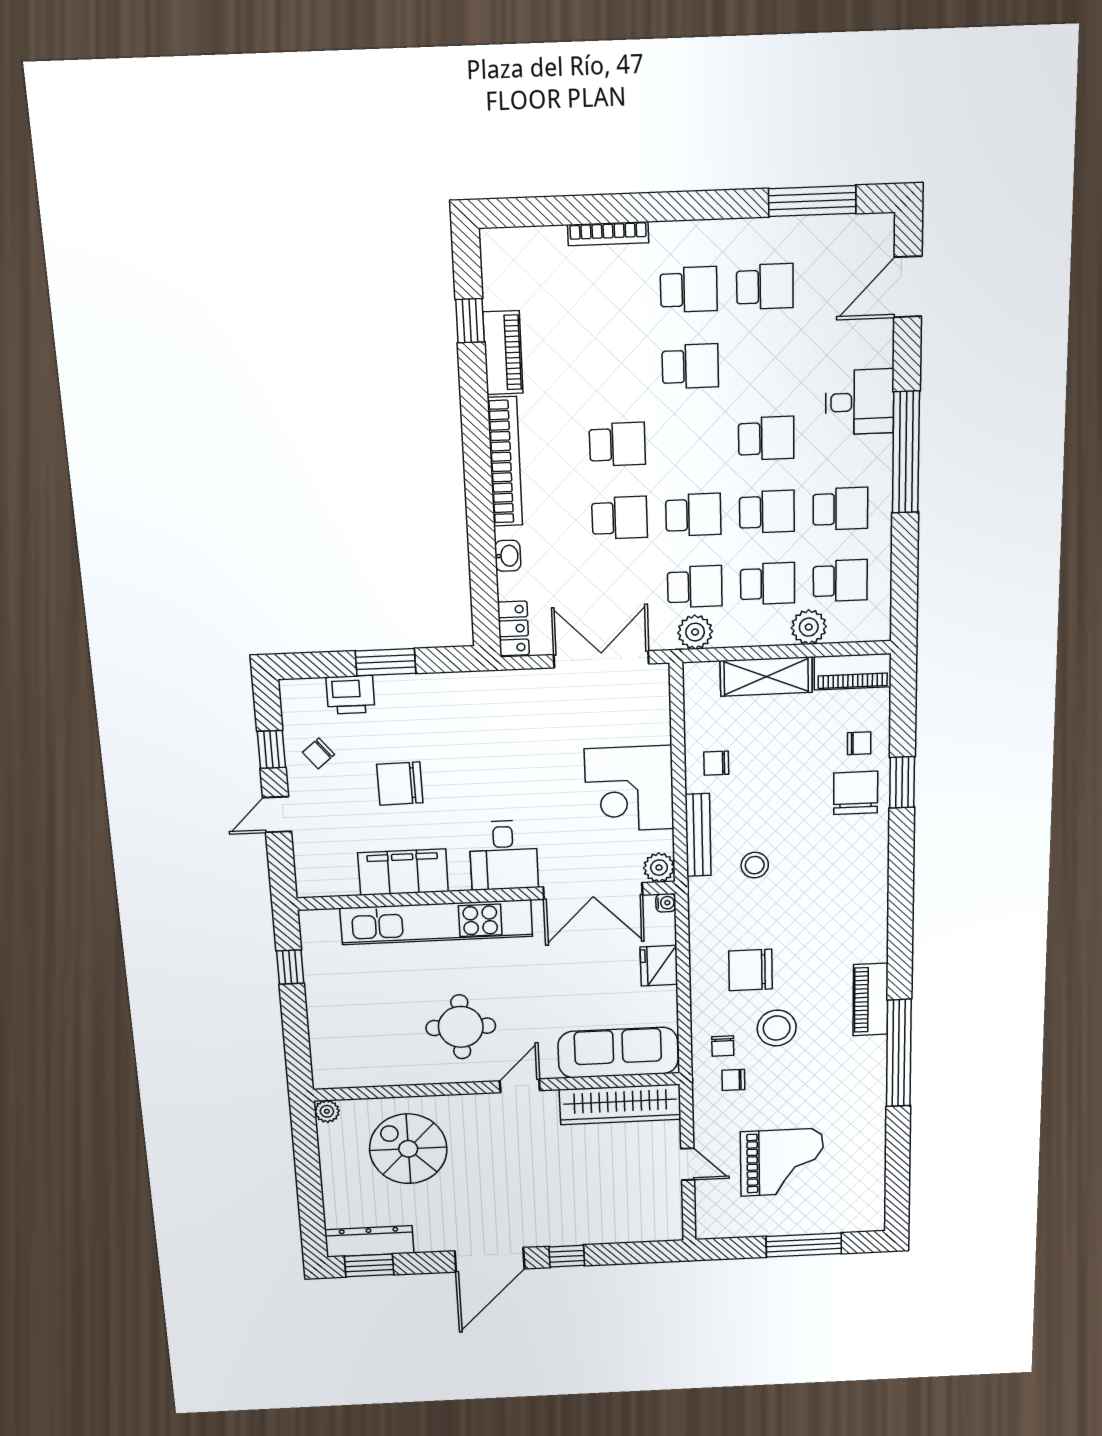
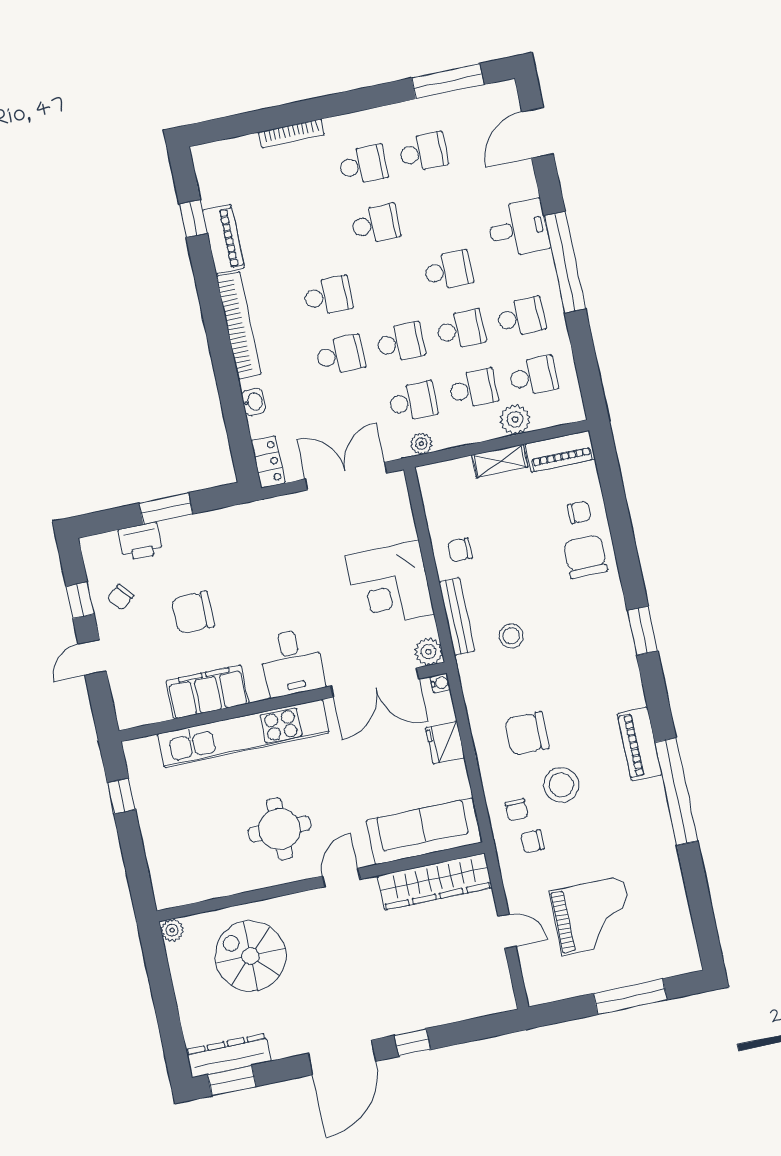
plant: (695, 632) -> (421, 444), width x0.73, depth x0.73
shelving: (766, 676) -> (500, 461), width x0.67, depth x0.75
window: (902, 782) -> (642, 631), moved

